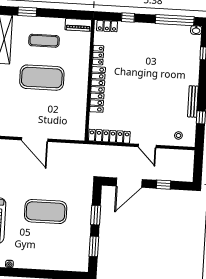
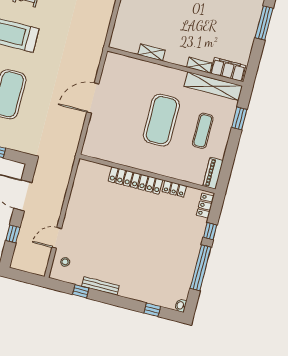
window: (175, 20) -> (201, 268), moved
locker: (109, 136) -> (80, 183), removed
door: (147, 146) -> (57, 238), moved

